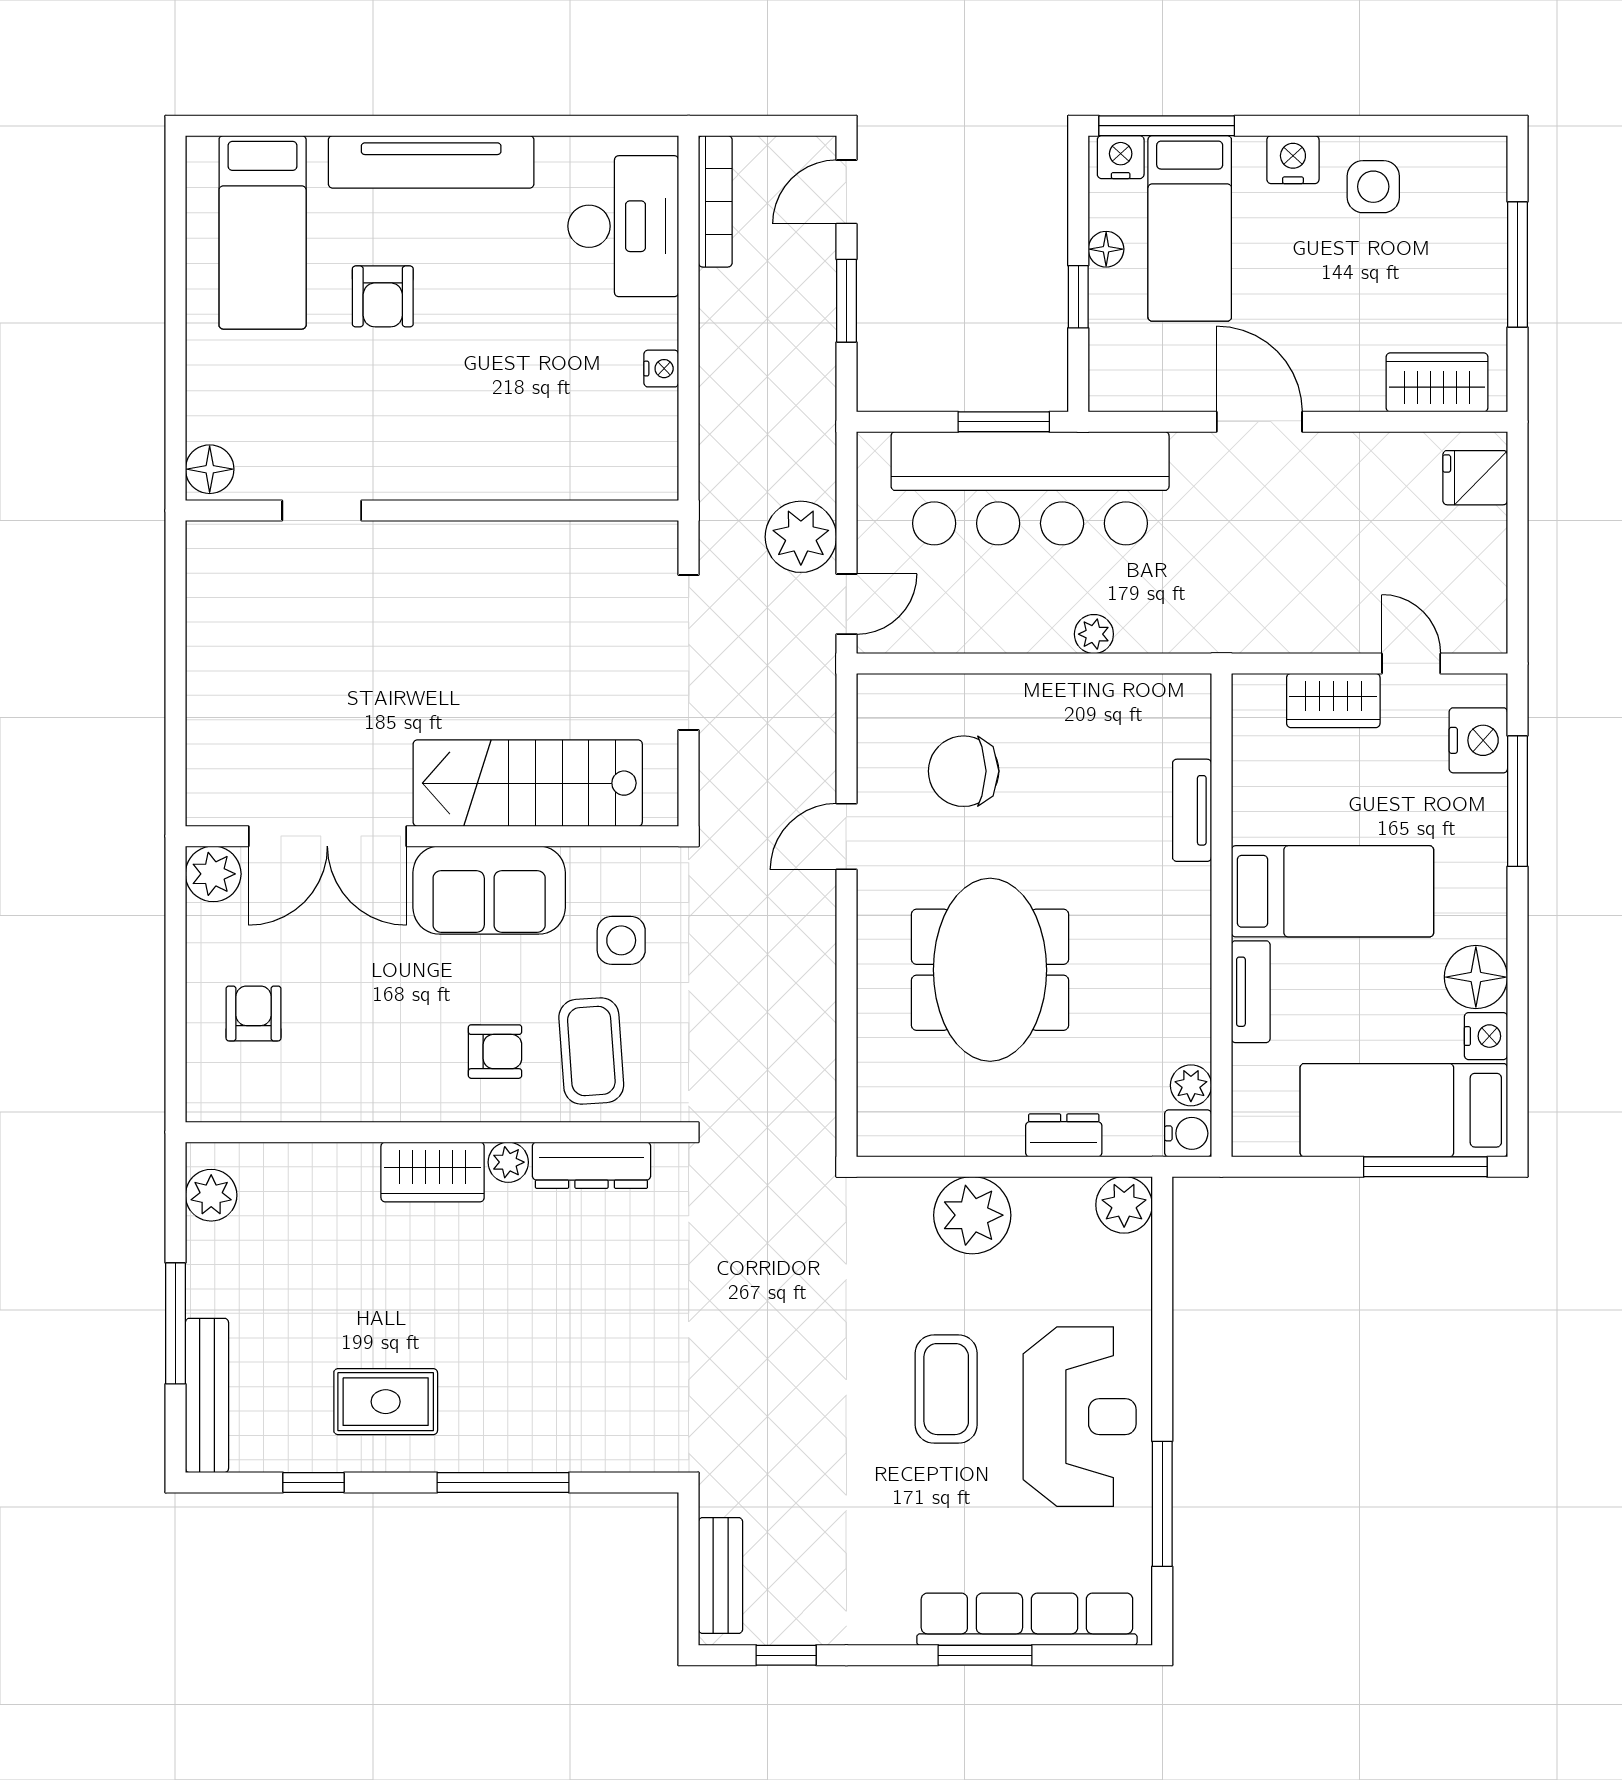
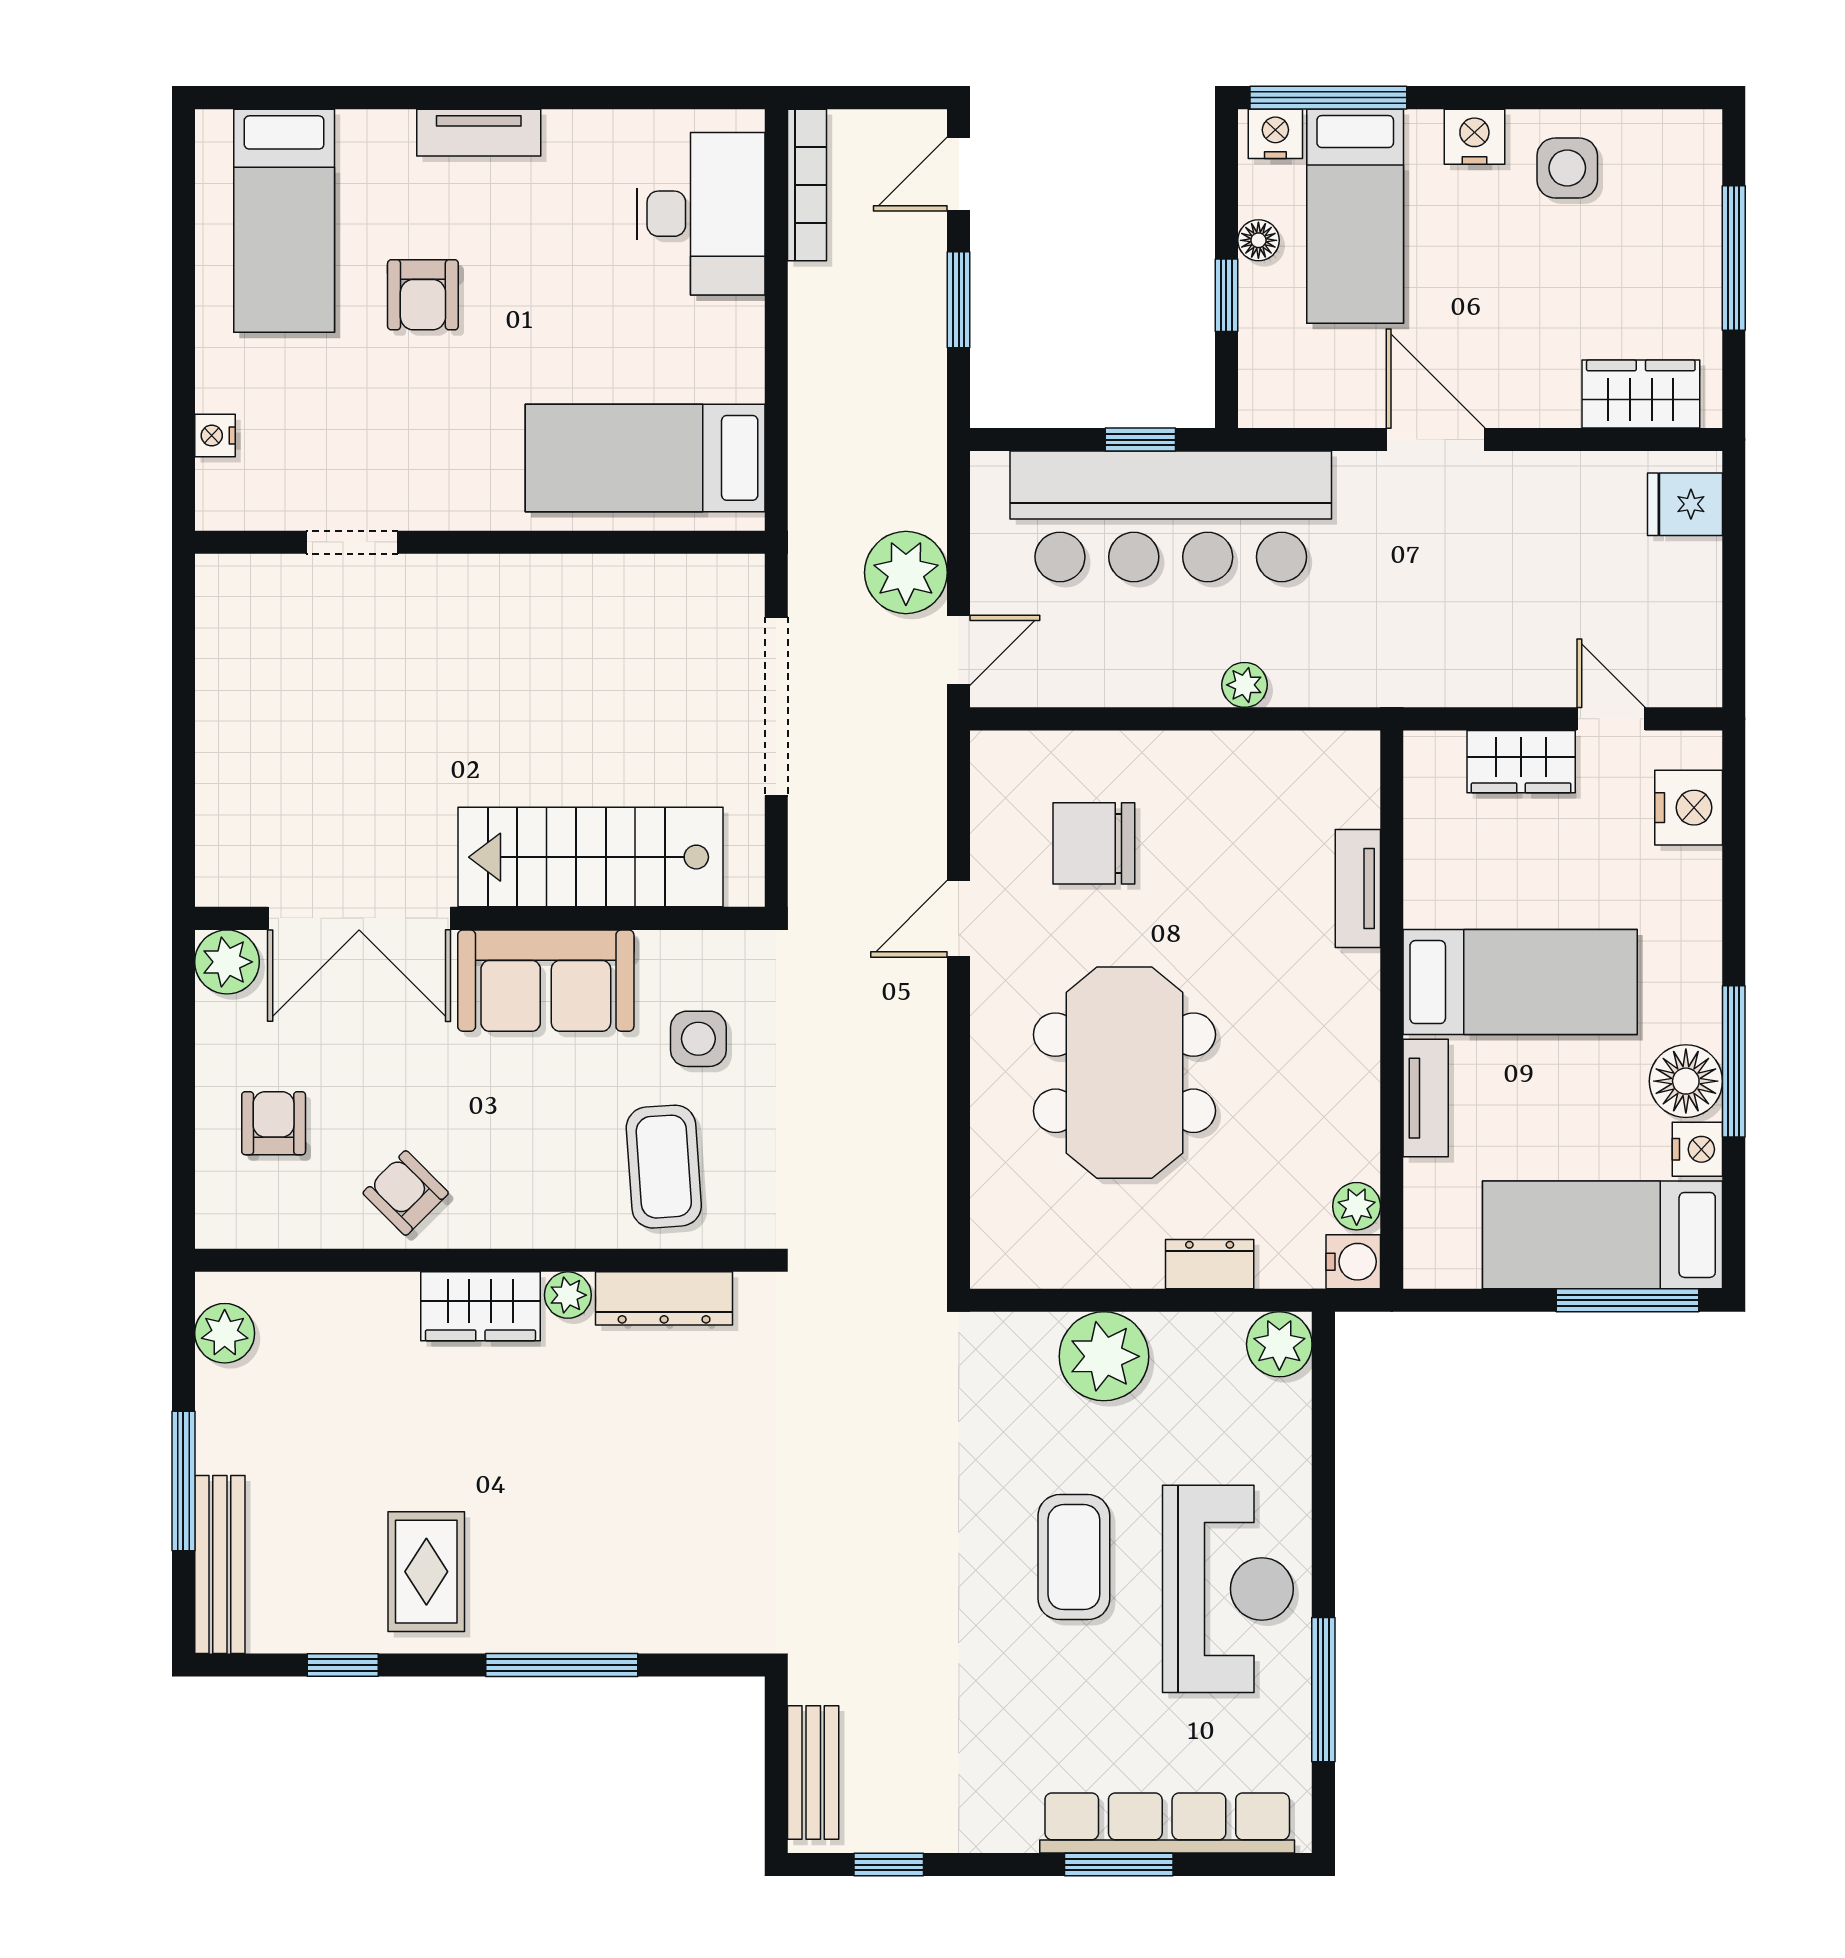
tv unit: (431, 162) -> (479, 133), width x0.52, depth x0.78
nightstand: (661, 369) -> (215, 435), moved, turned 180
window: (1004, 422) -> (1140, 440), width x0.67
bed: (575, 438) -> (645, 458), added
floor lamp: (210, 469) -> (223, 494), removed
window: (1517, 801) -> (1734, 1061), moved
armchair: (495, 1052) -> (406, 1193), moved, turned -135
rug: (386, 1402) -> (426, 1572), turned 90

